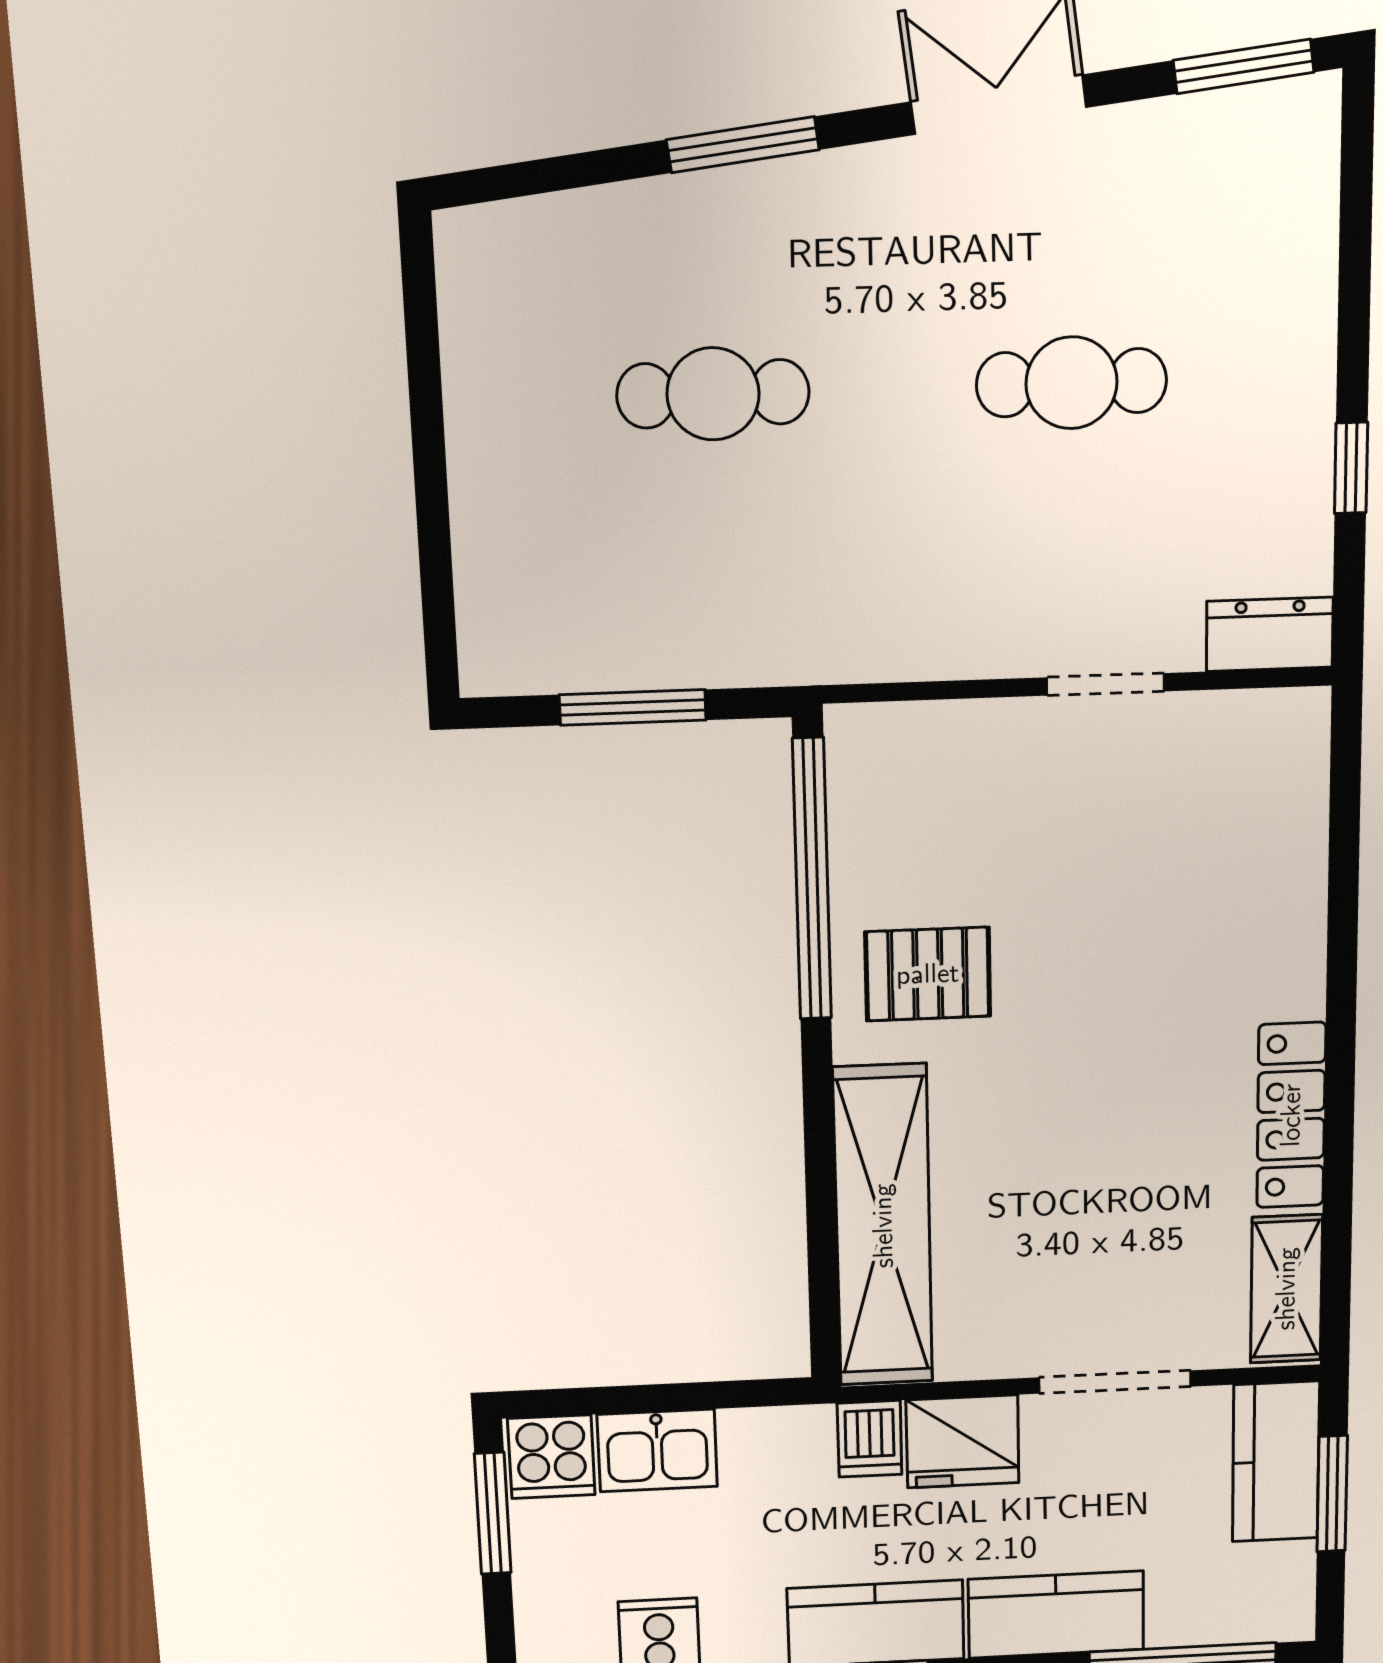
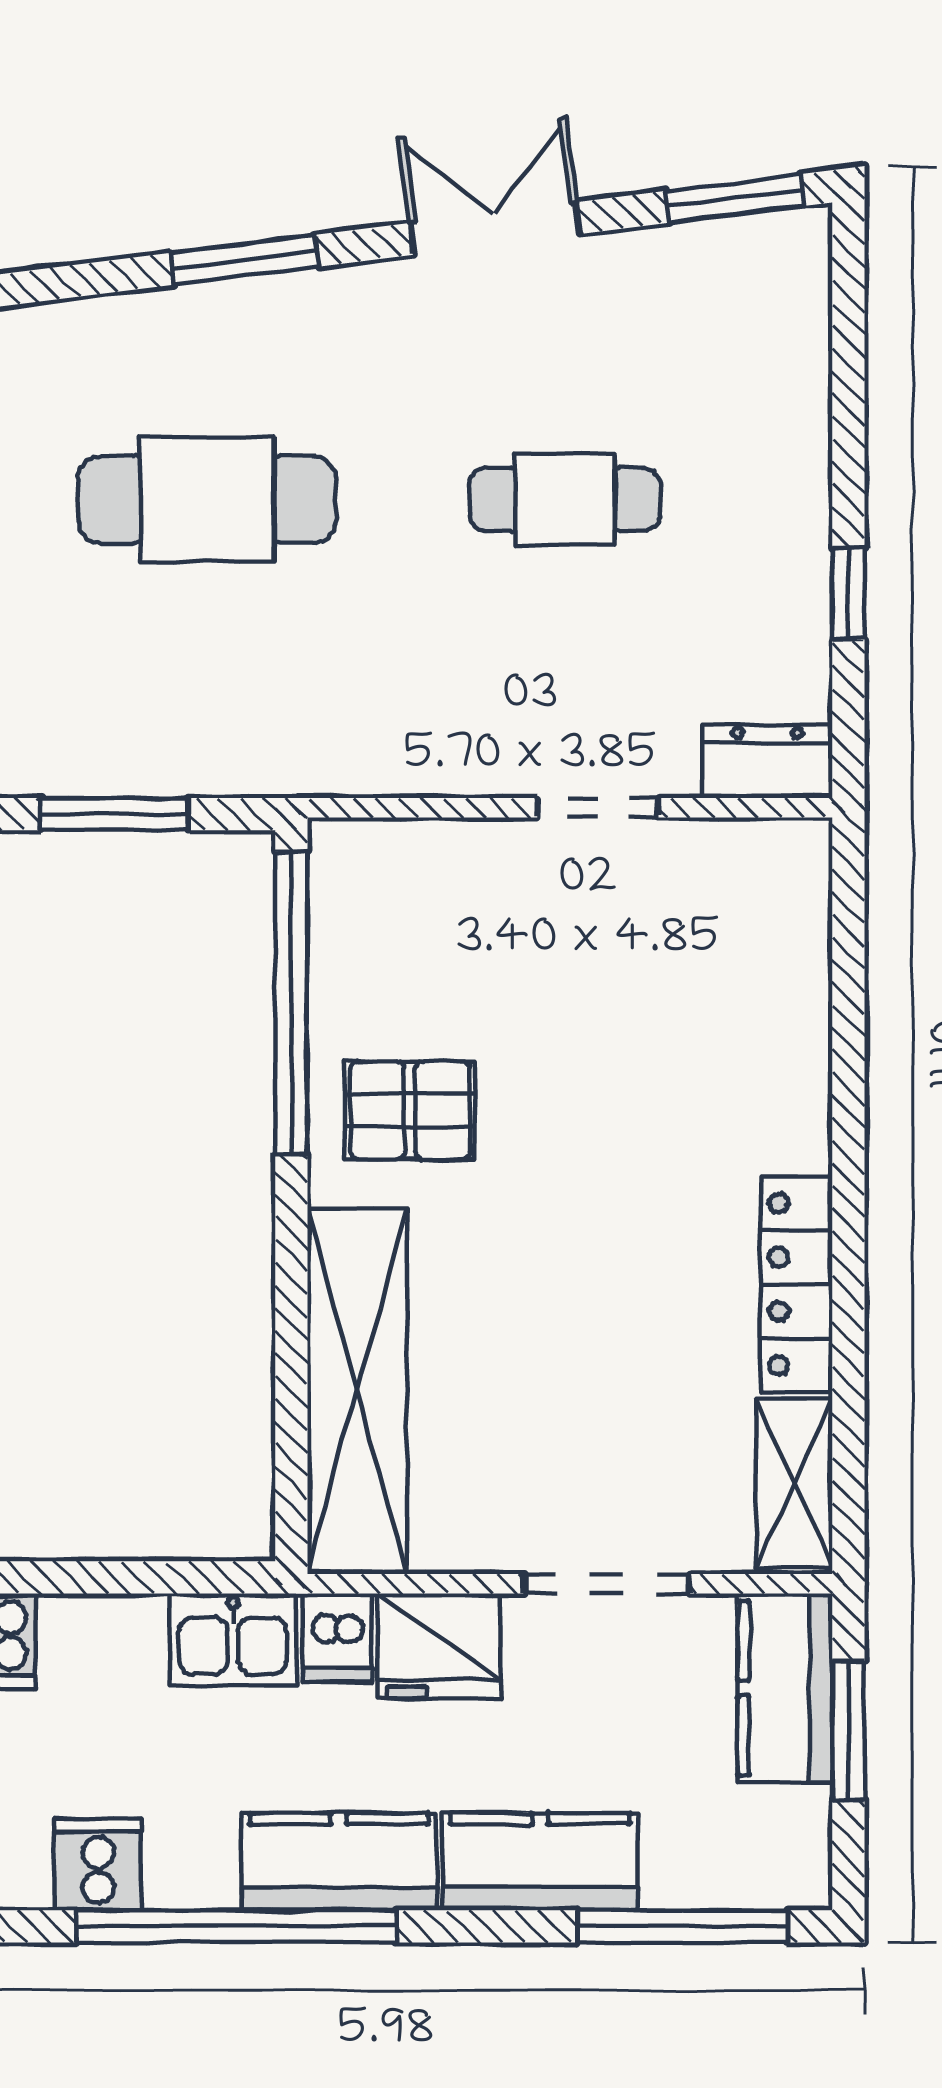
cafe table: (713, 394) -> (207, 500), width x1.37, depth x1.35
kitchen sink: (657, 1450) -> (233, 1640), moved

